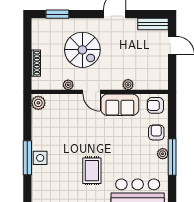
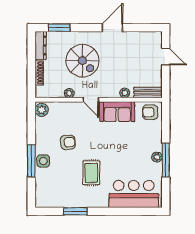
bench: (153, 24) -> (148, 93), moved
dresser: (37, 33) -> (41, 46), added
armchair: (156, 132) -> (68, 142), moved, turned 85

